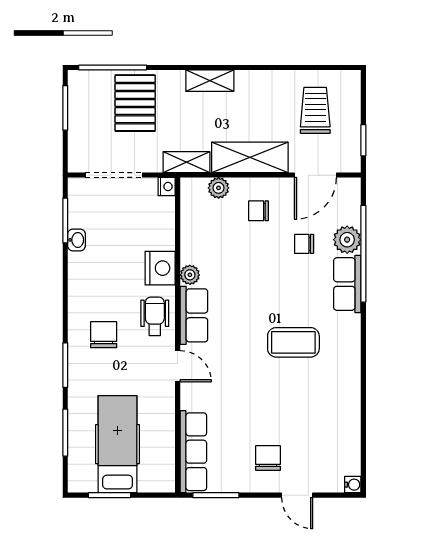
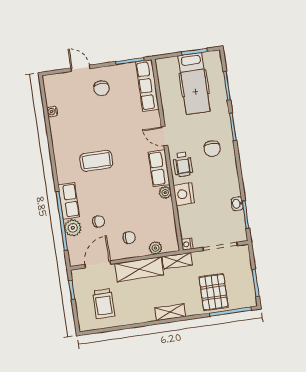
water cooler: (353, 485) -> (52, 111), moved

